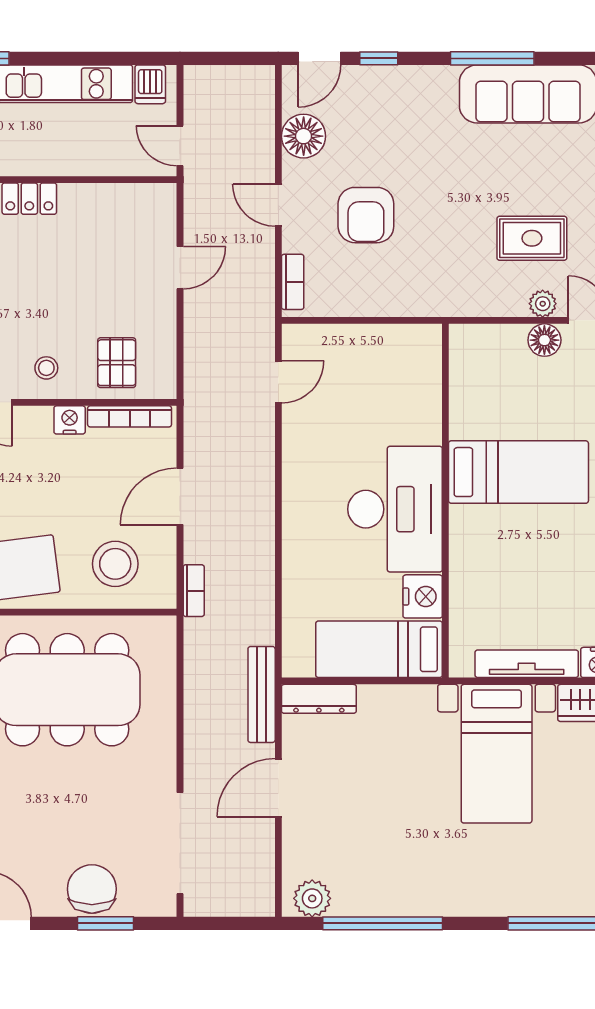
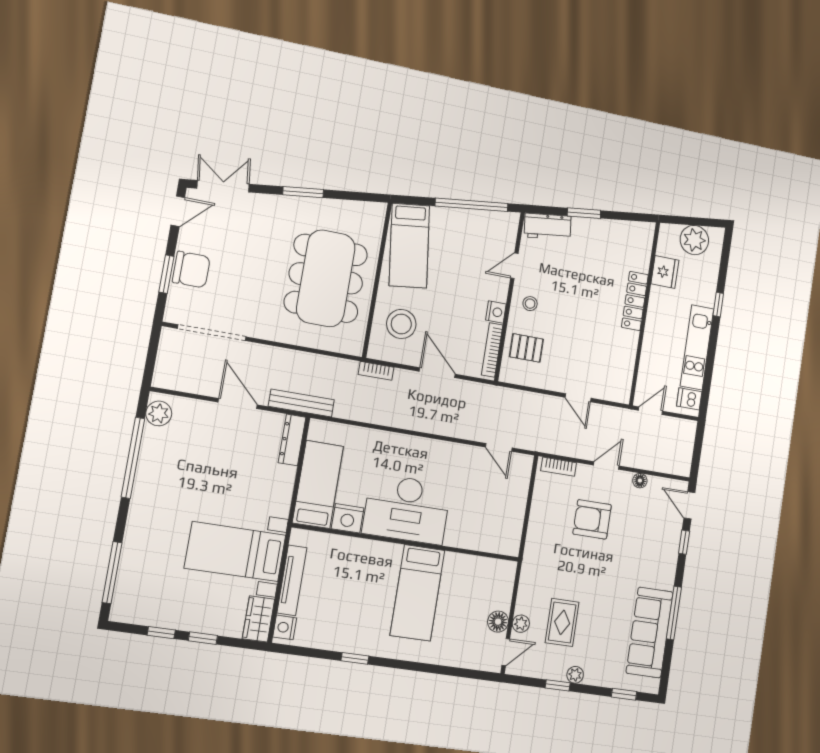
floor lamp: (304, 136) -> (640, 481), width x0.53, depth x0.53

